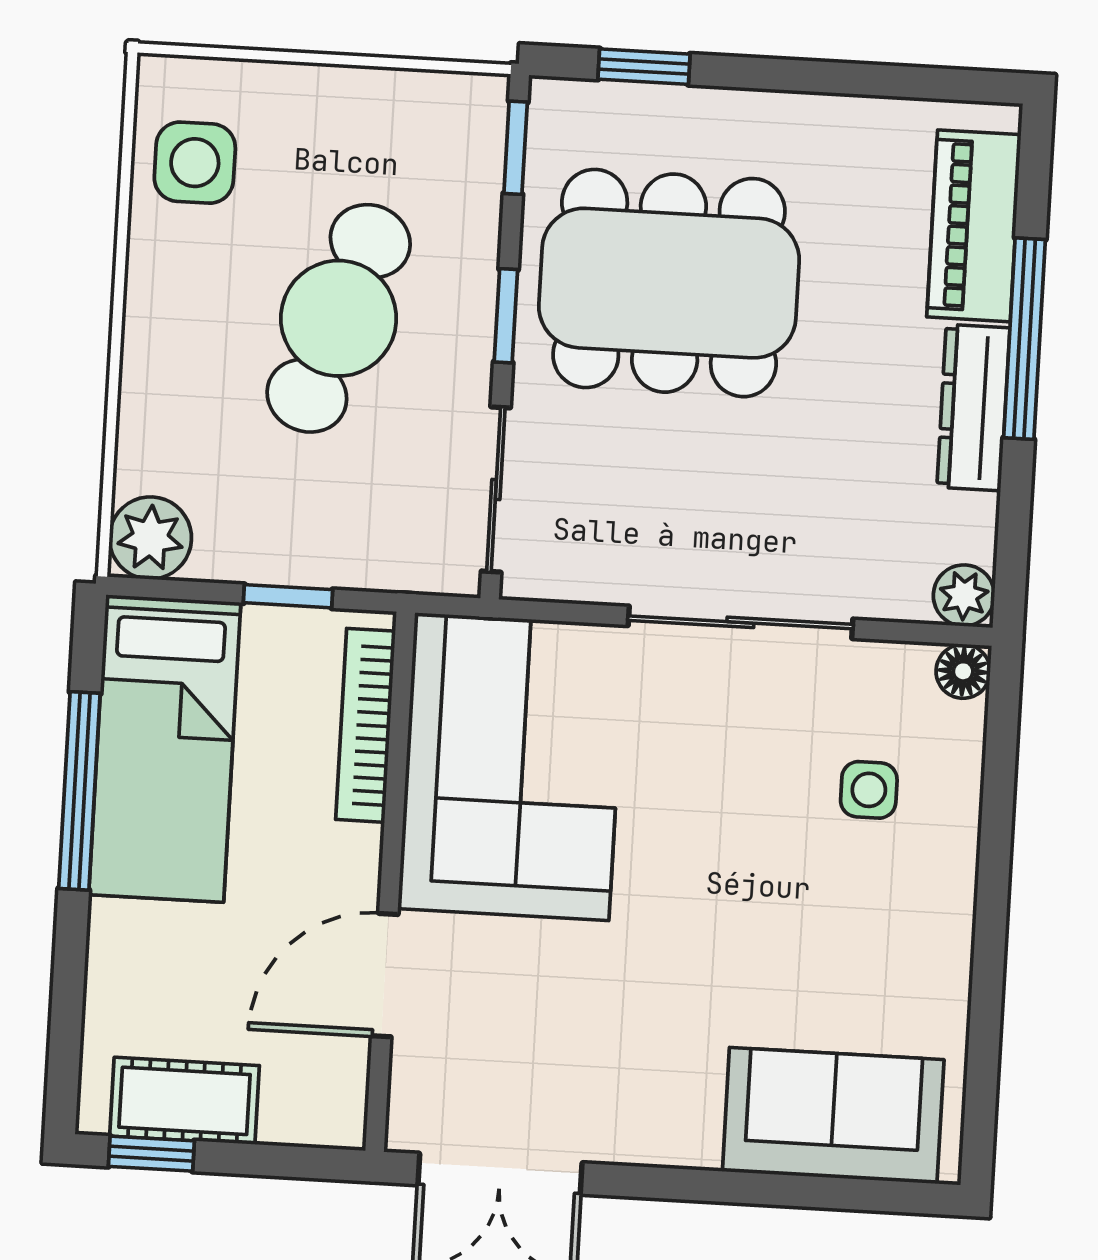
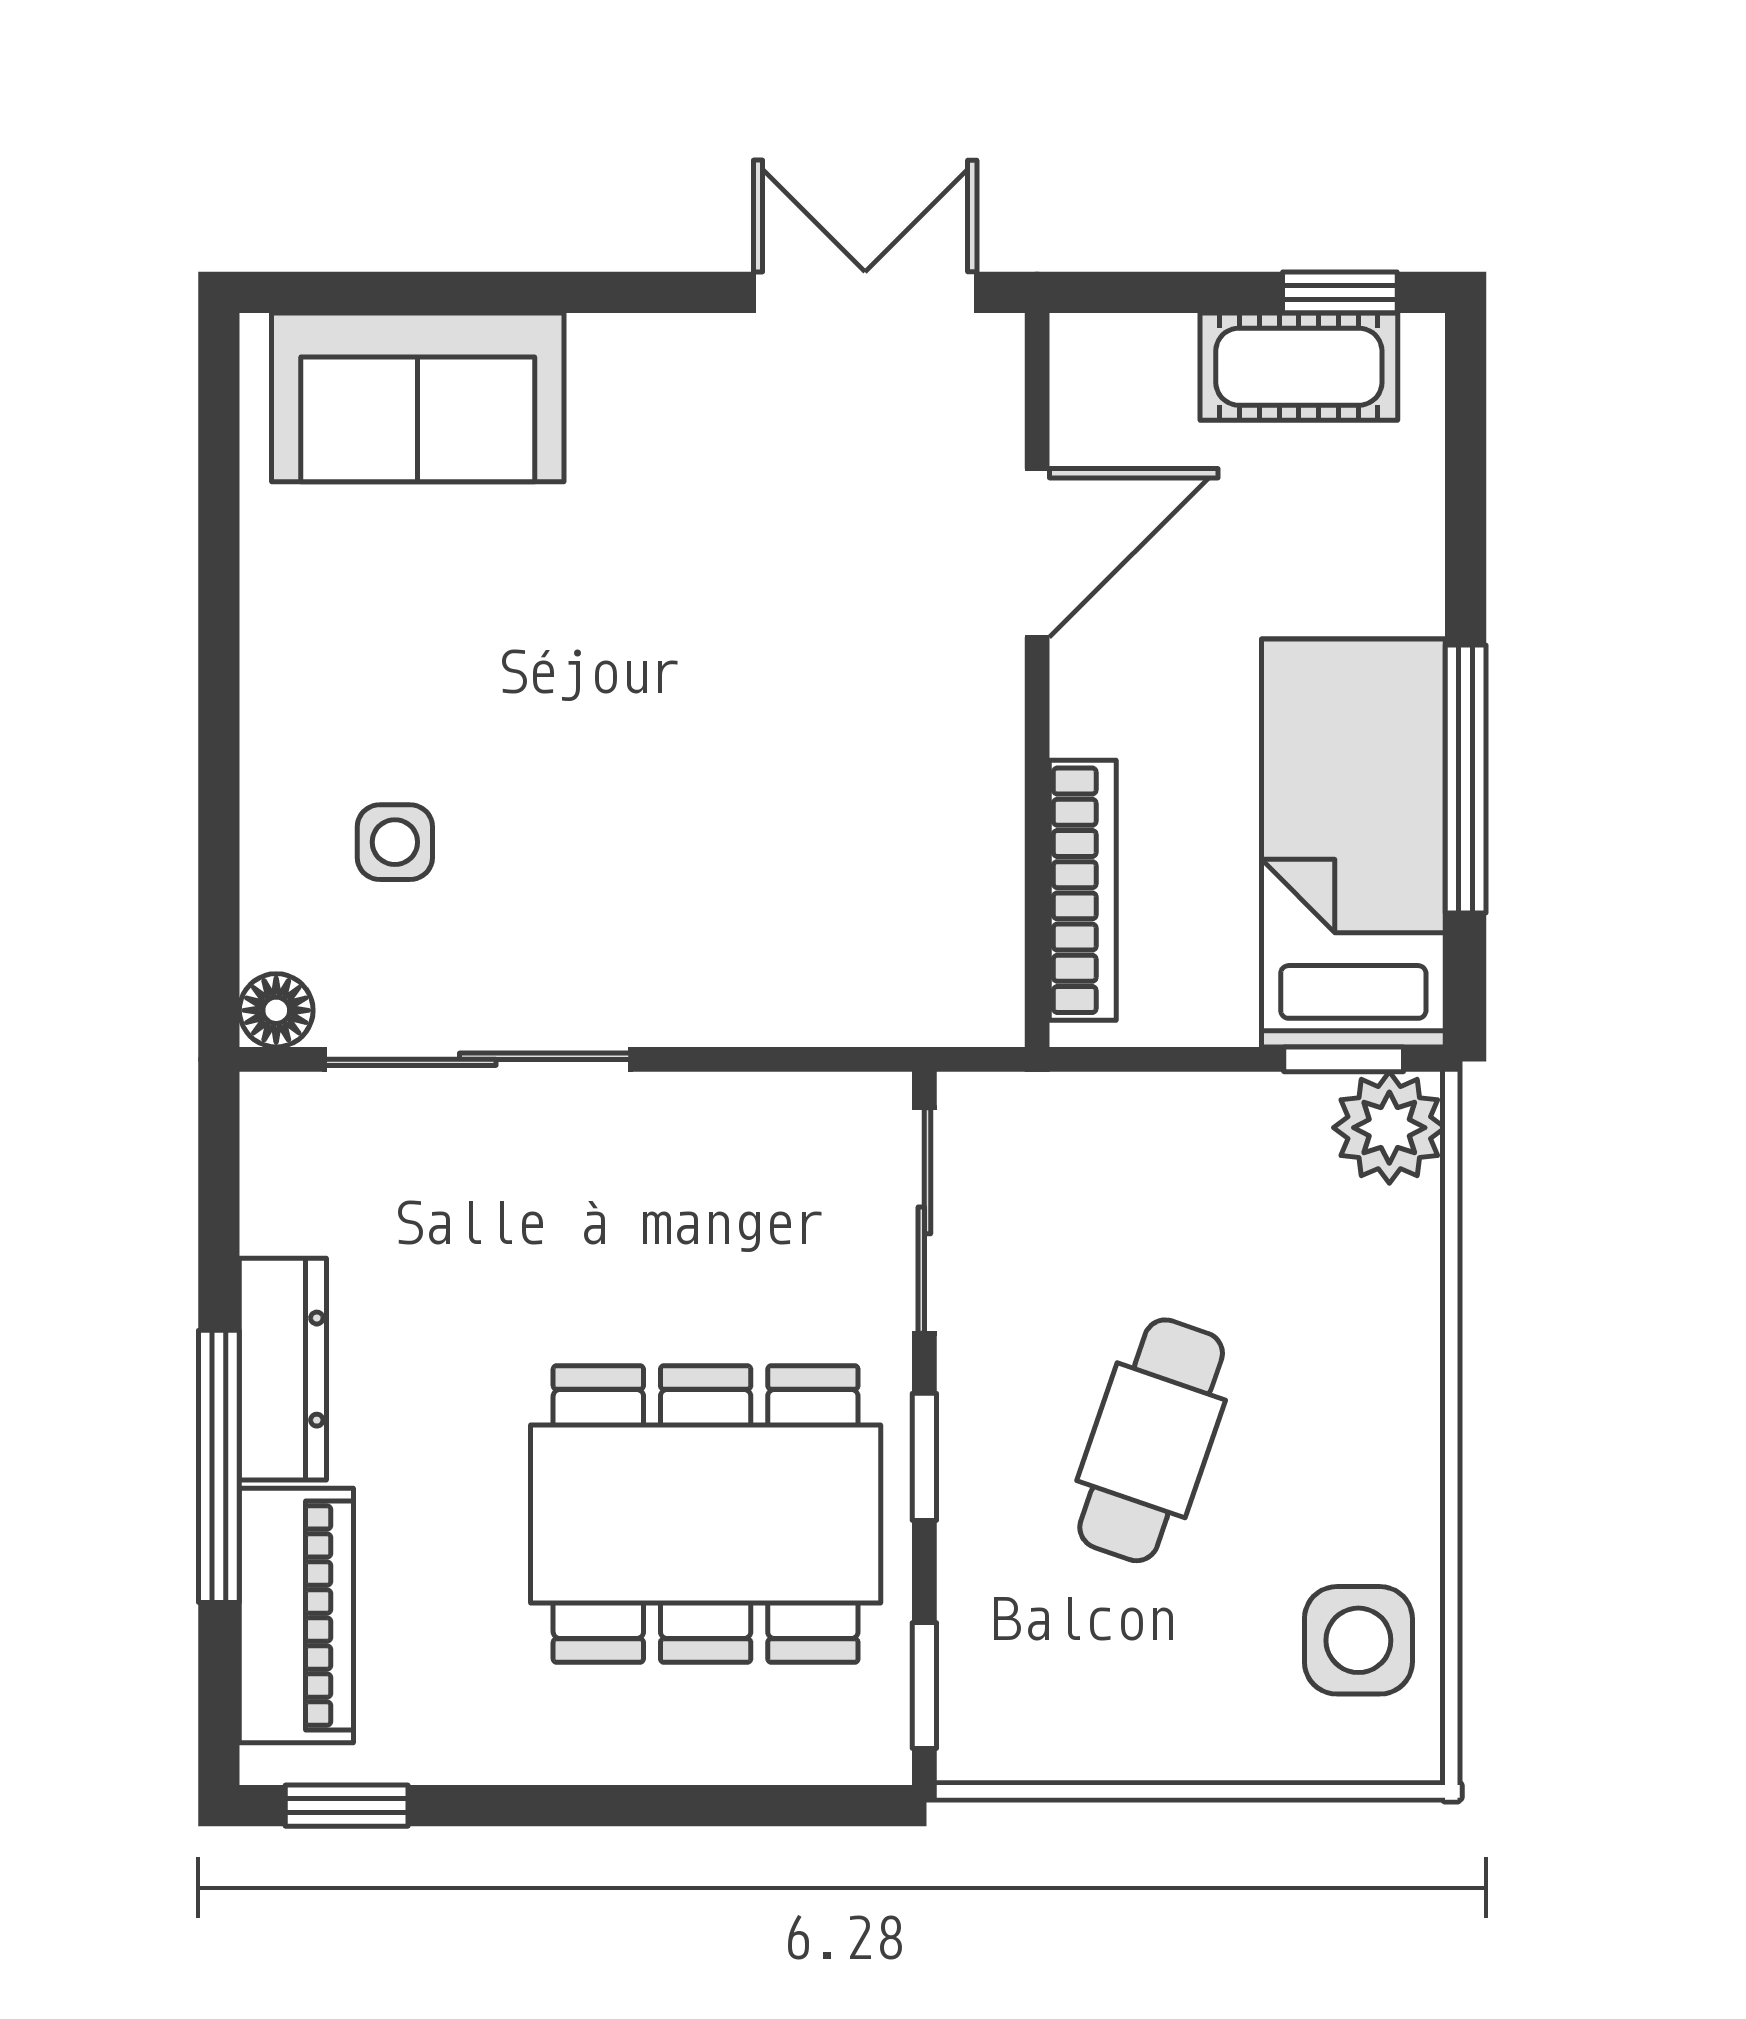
window: (644, 67) -> (347, 1806), moved
cafe table: (339, 318) -> (1151, 1440), width x0.73, depth x0.74
plant: (964, 595) -> (281, 1113), removed
window: (288, 596) -> (1344, 1059), moved
sliding door: (740, 622) -> (478, 1059), moved
corner sofa: (512, 767) -> (881, 846), removed

